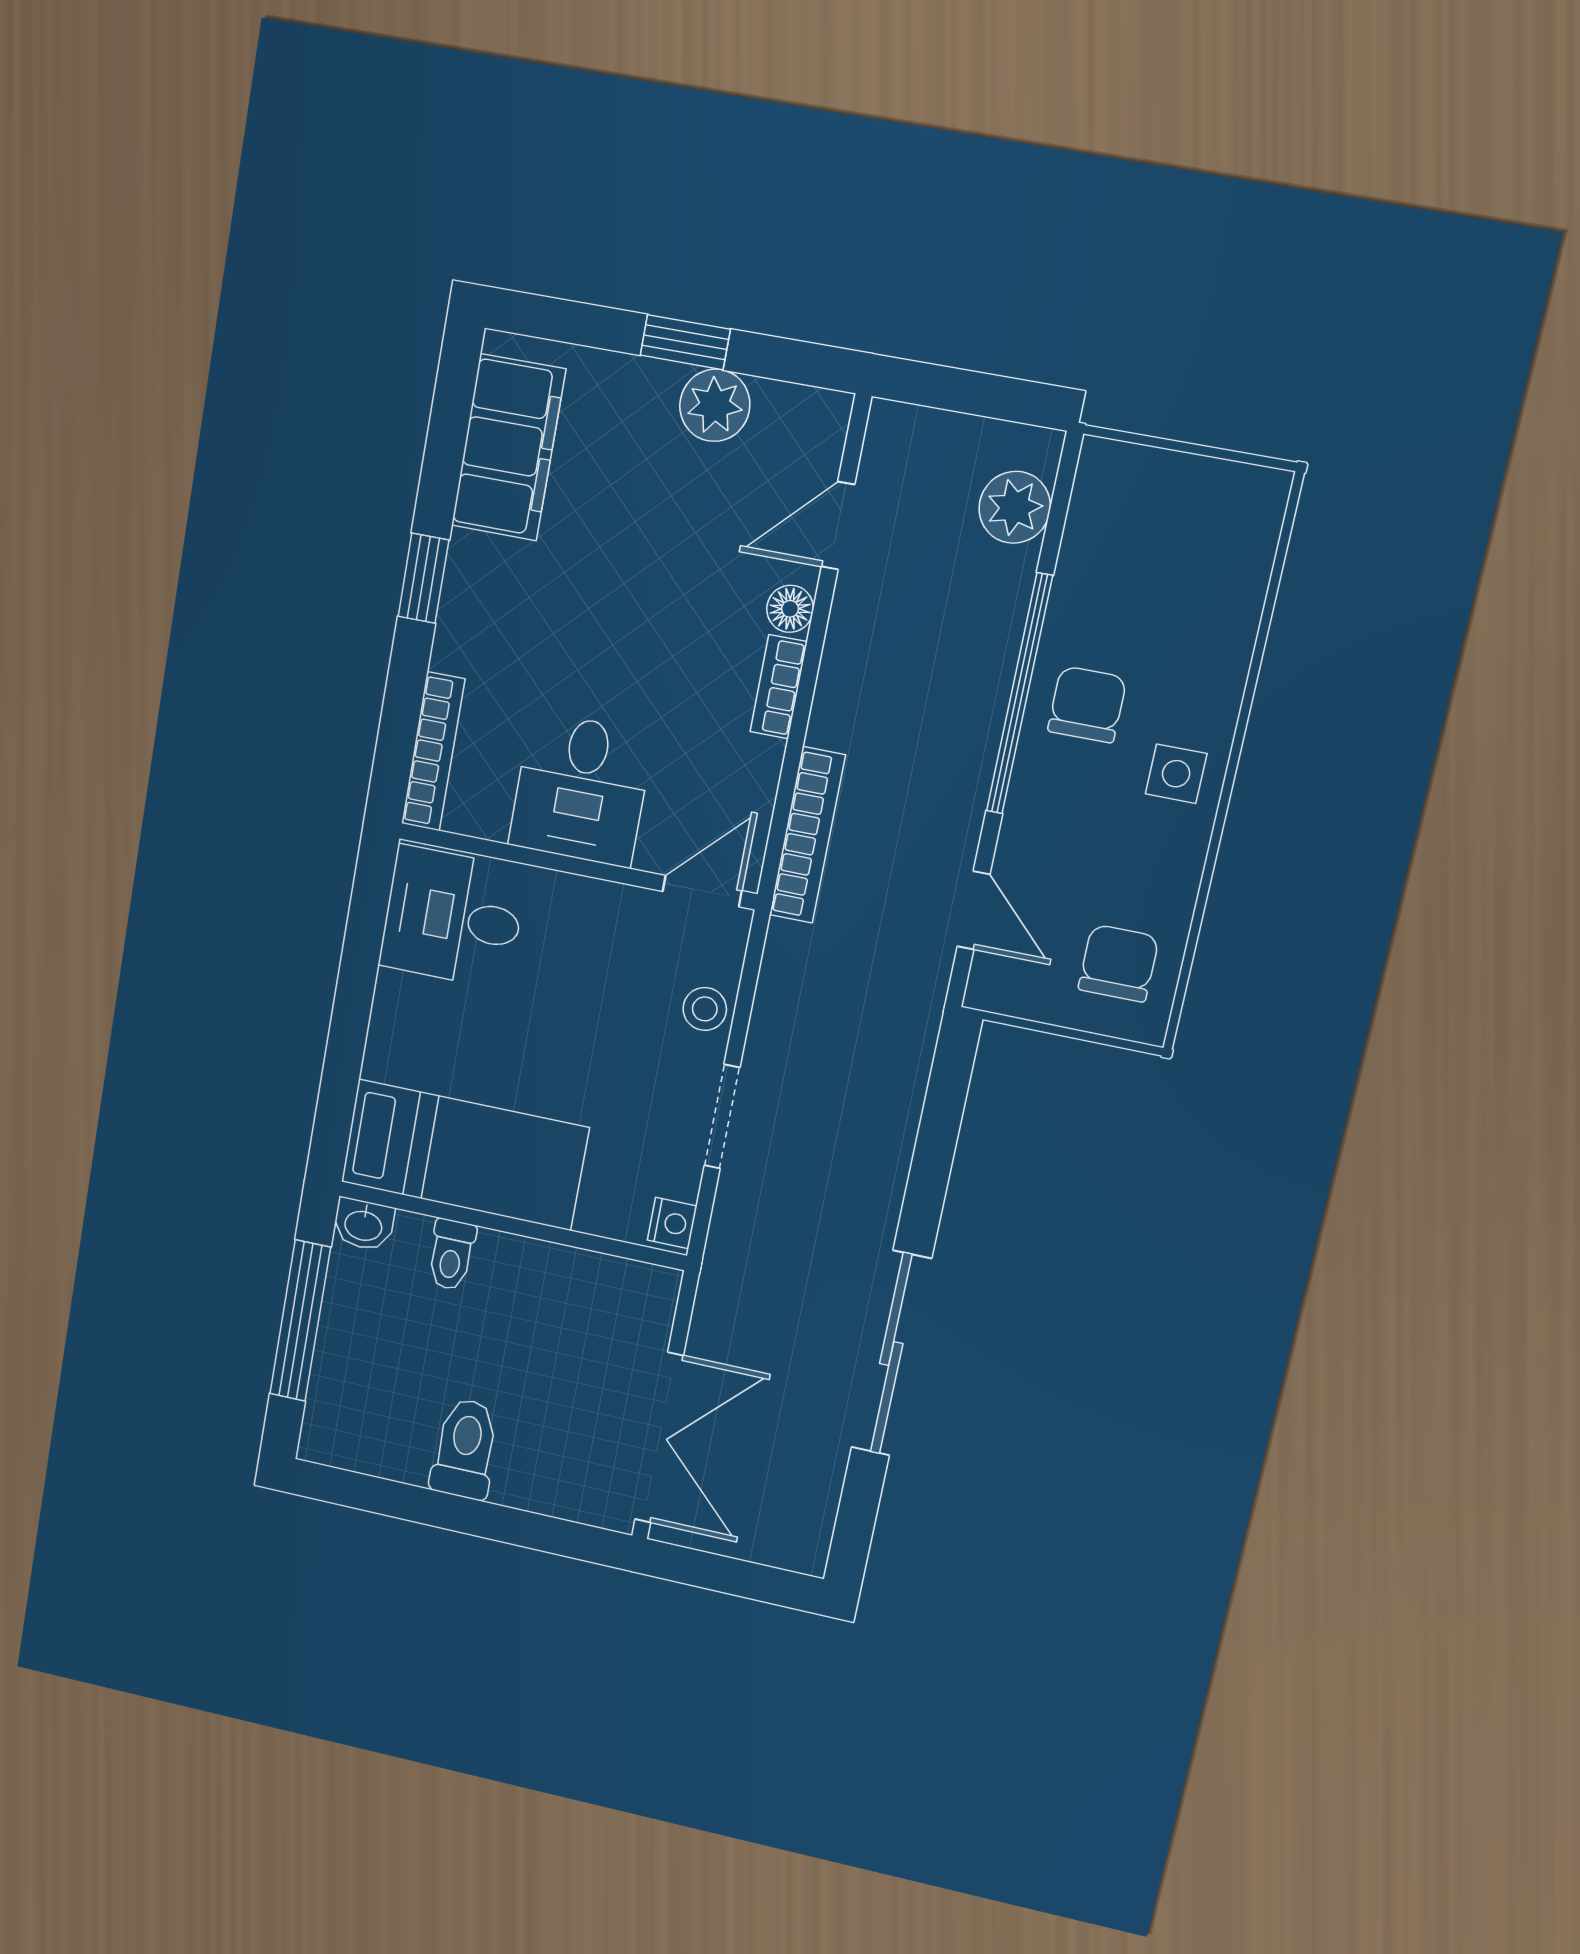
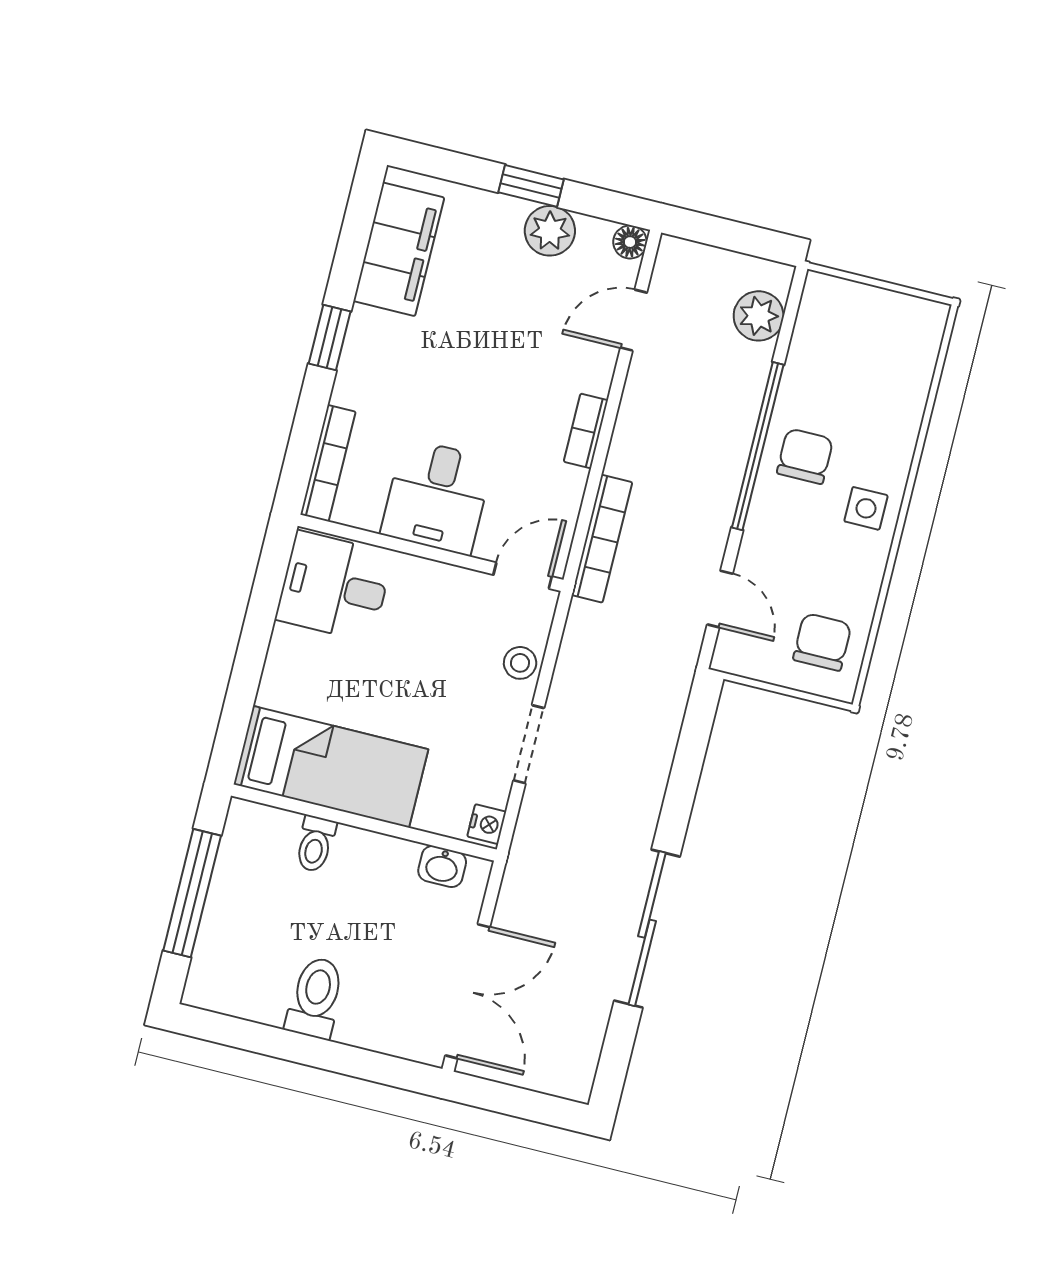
floor lamp: (790, 609) -> (630, 242), moved
washbasin: (364, 1224) -> (442, 866), moved

